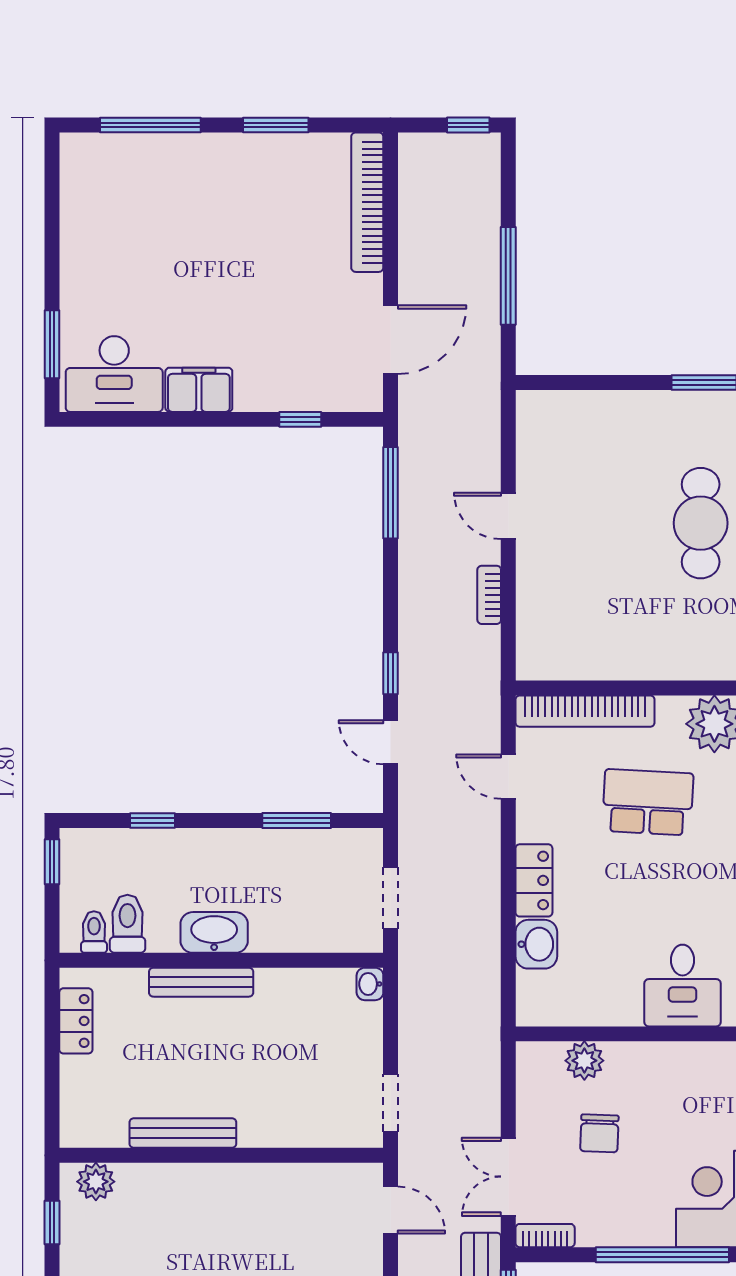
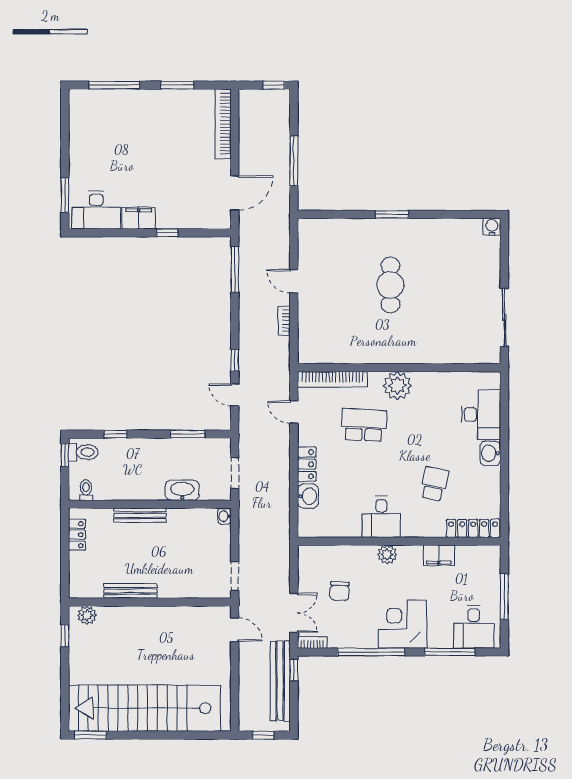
window: (300, 419) -> (167, 233), moved
toilet: (127, 924) -> (83, 452), moved, turned 90
washbasin: (214, 932) -> (182, 490), moved
plant: (584, 1061) -> (387, 555), moved
double door: (508, 1177) -> (294, 613), swing flipped

